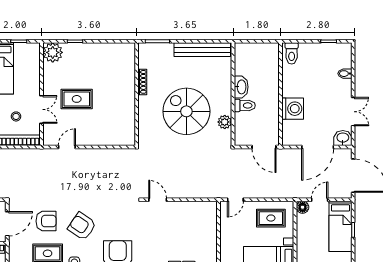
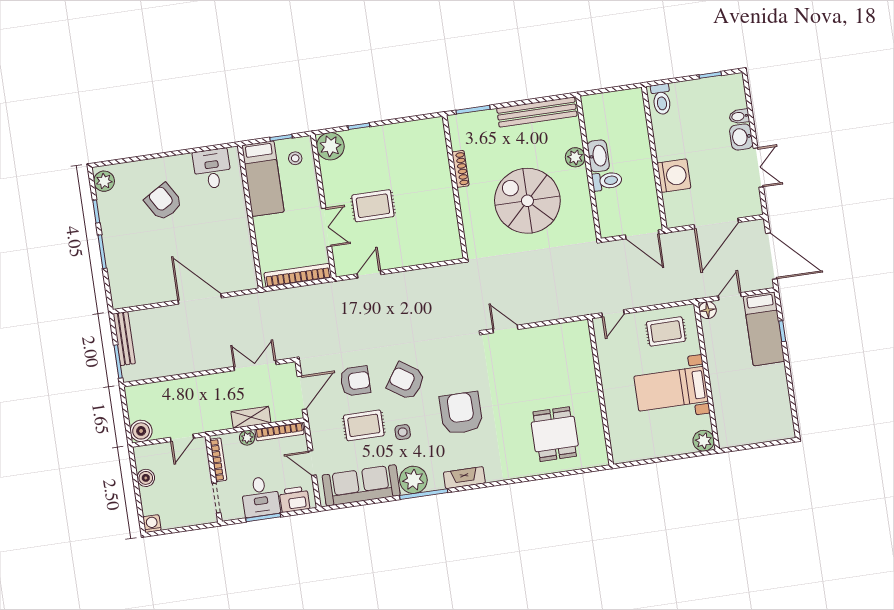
stool: (16, 116) -> (295, 158), moved
plant: (225, 122) -> (575, 157), moved
washbasin: (343, 138) -> (741, 137), moved, turned -90

